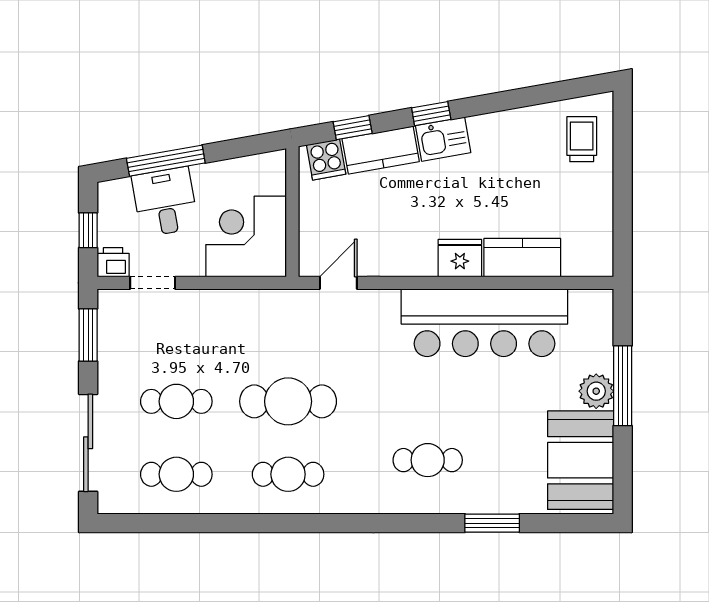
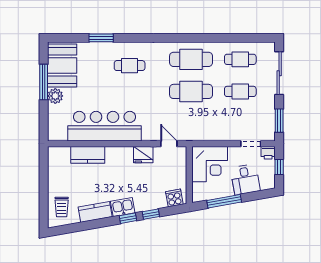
window: (353, 128) -> (151, 214), moved
kitchen counter: (381, 150) -> (95, 212), moved
window: (166, 161) -> (224, 201), moved
fridge: (460, 258) -> (143, 155), moved
door: (338, 283) -> (169, 144), swing flipped
window: (623, 386) -> (44, 82), moved
cafe table: (288, 474) -> (191, 59), width x1.37, depth x1.35

